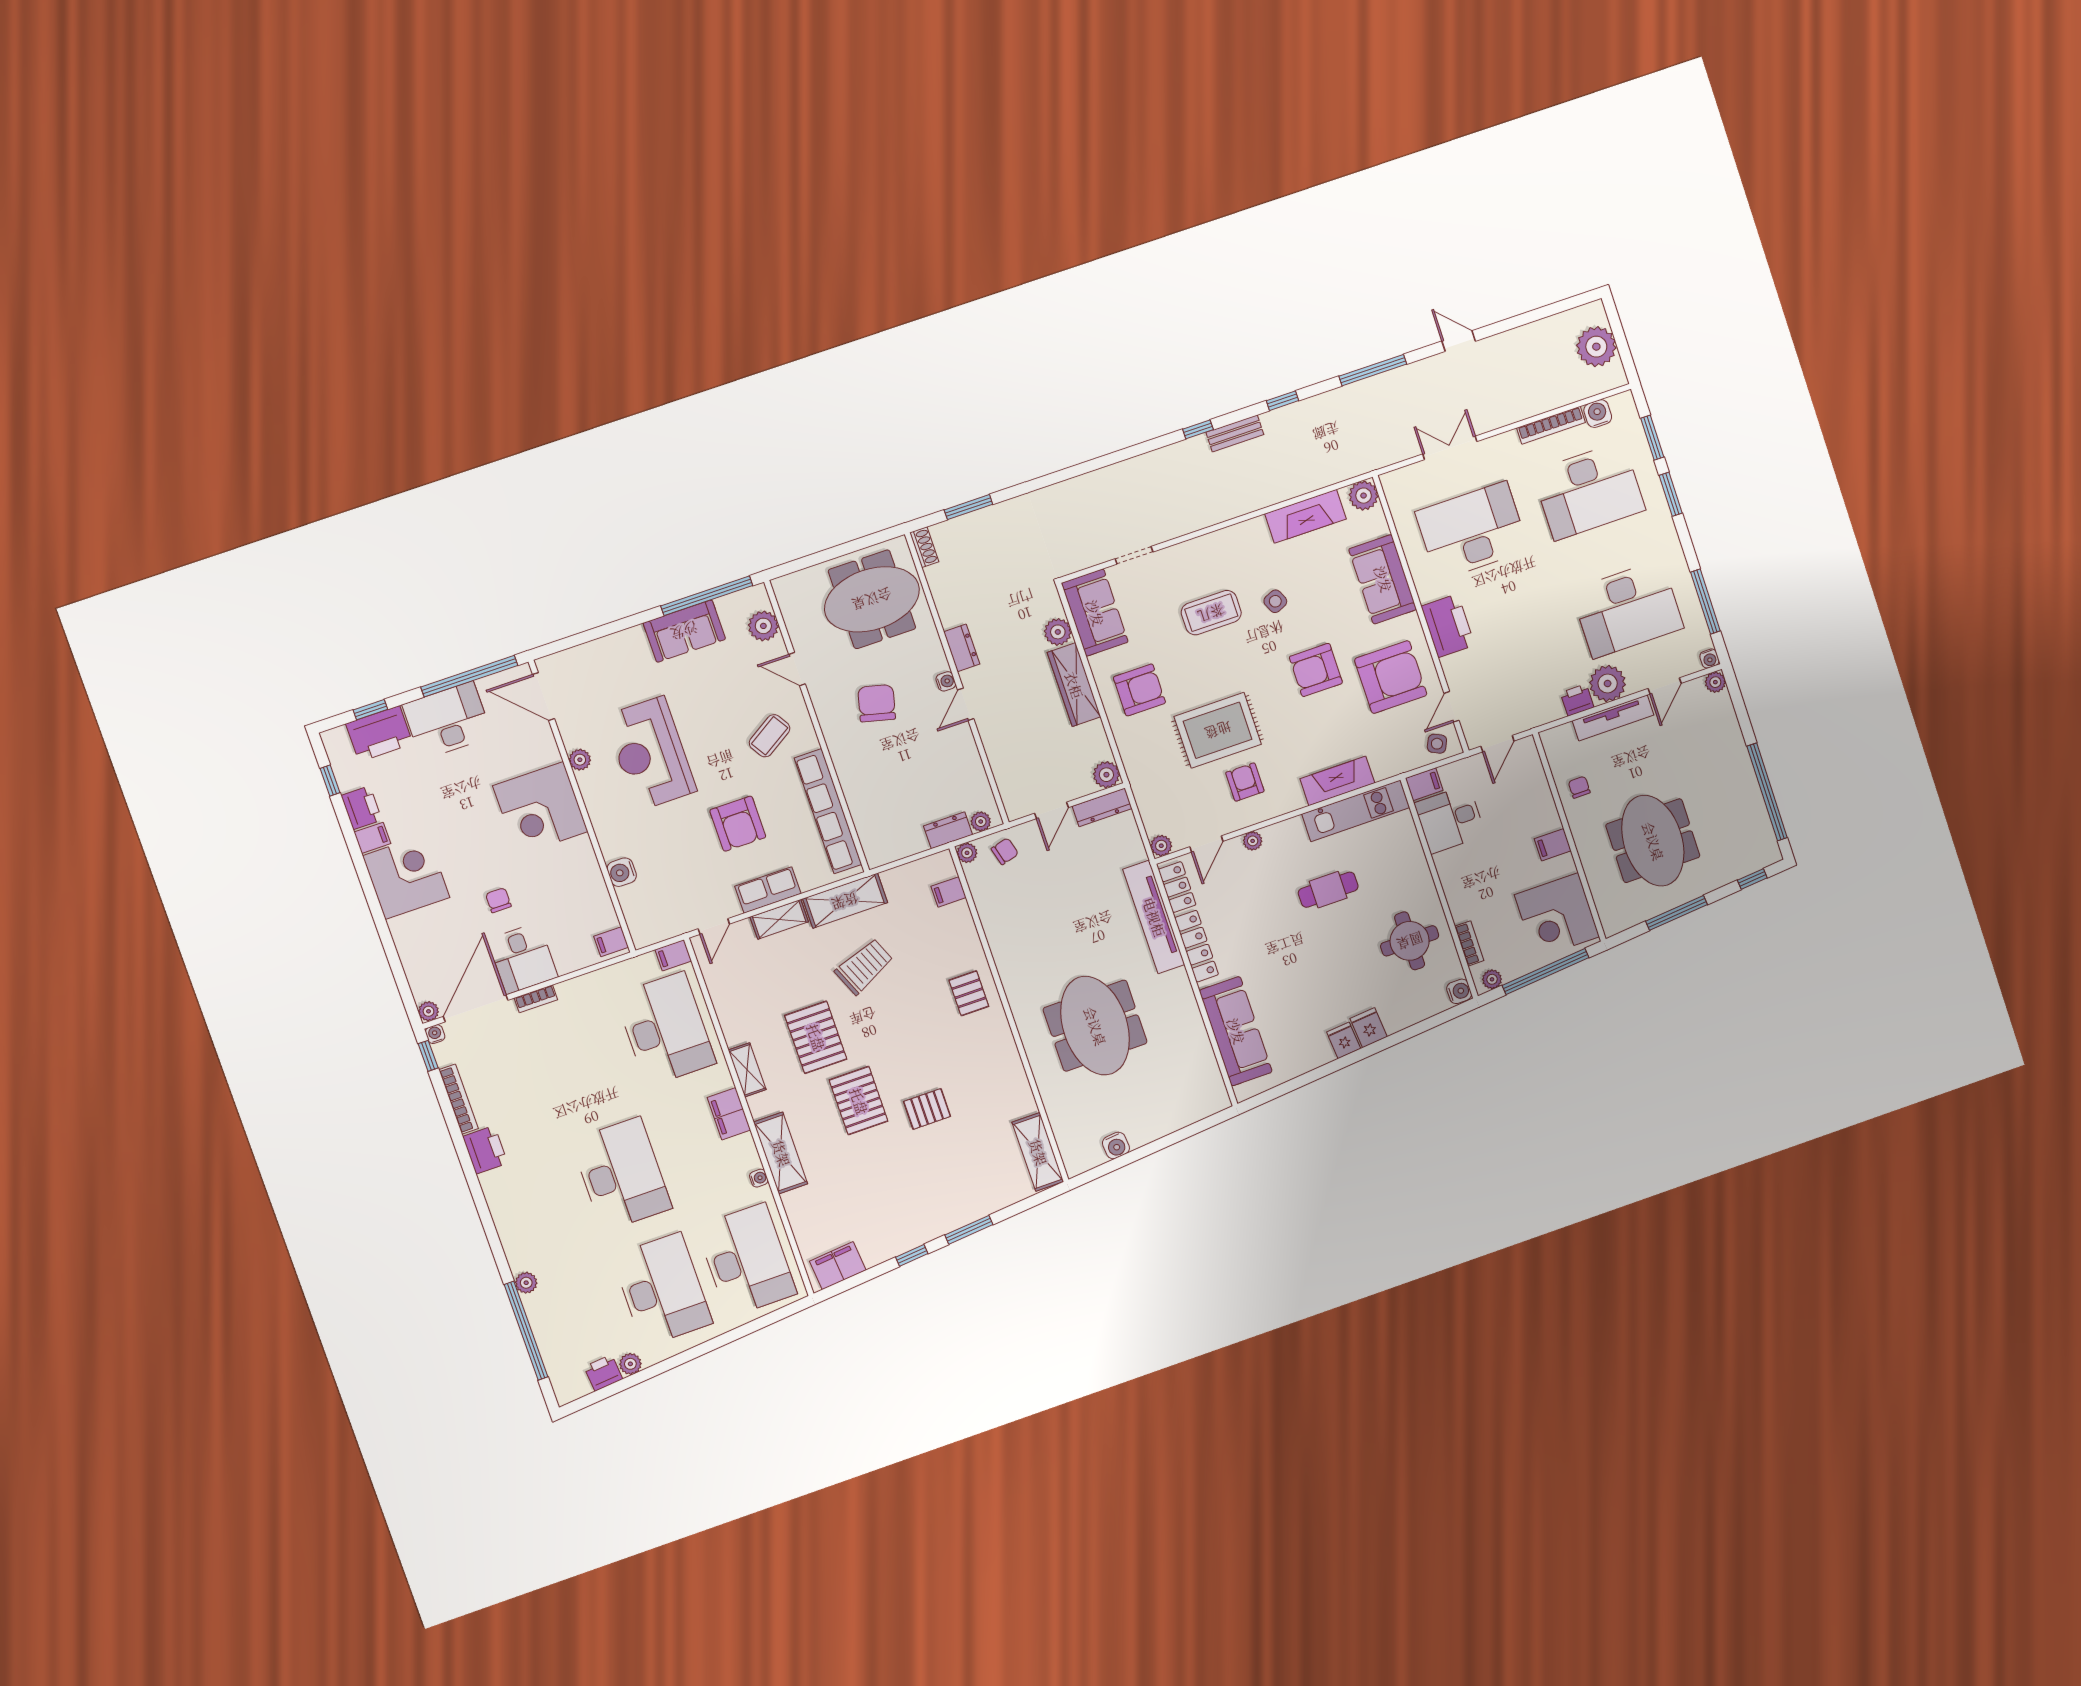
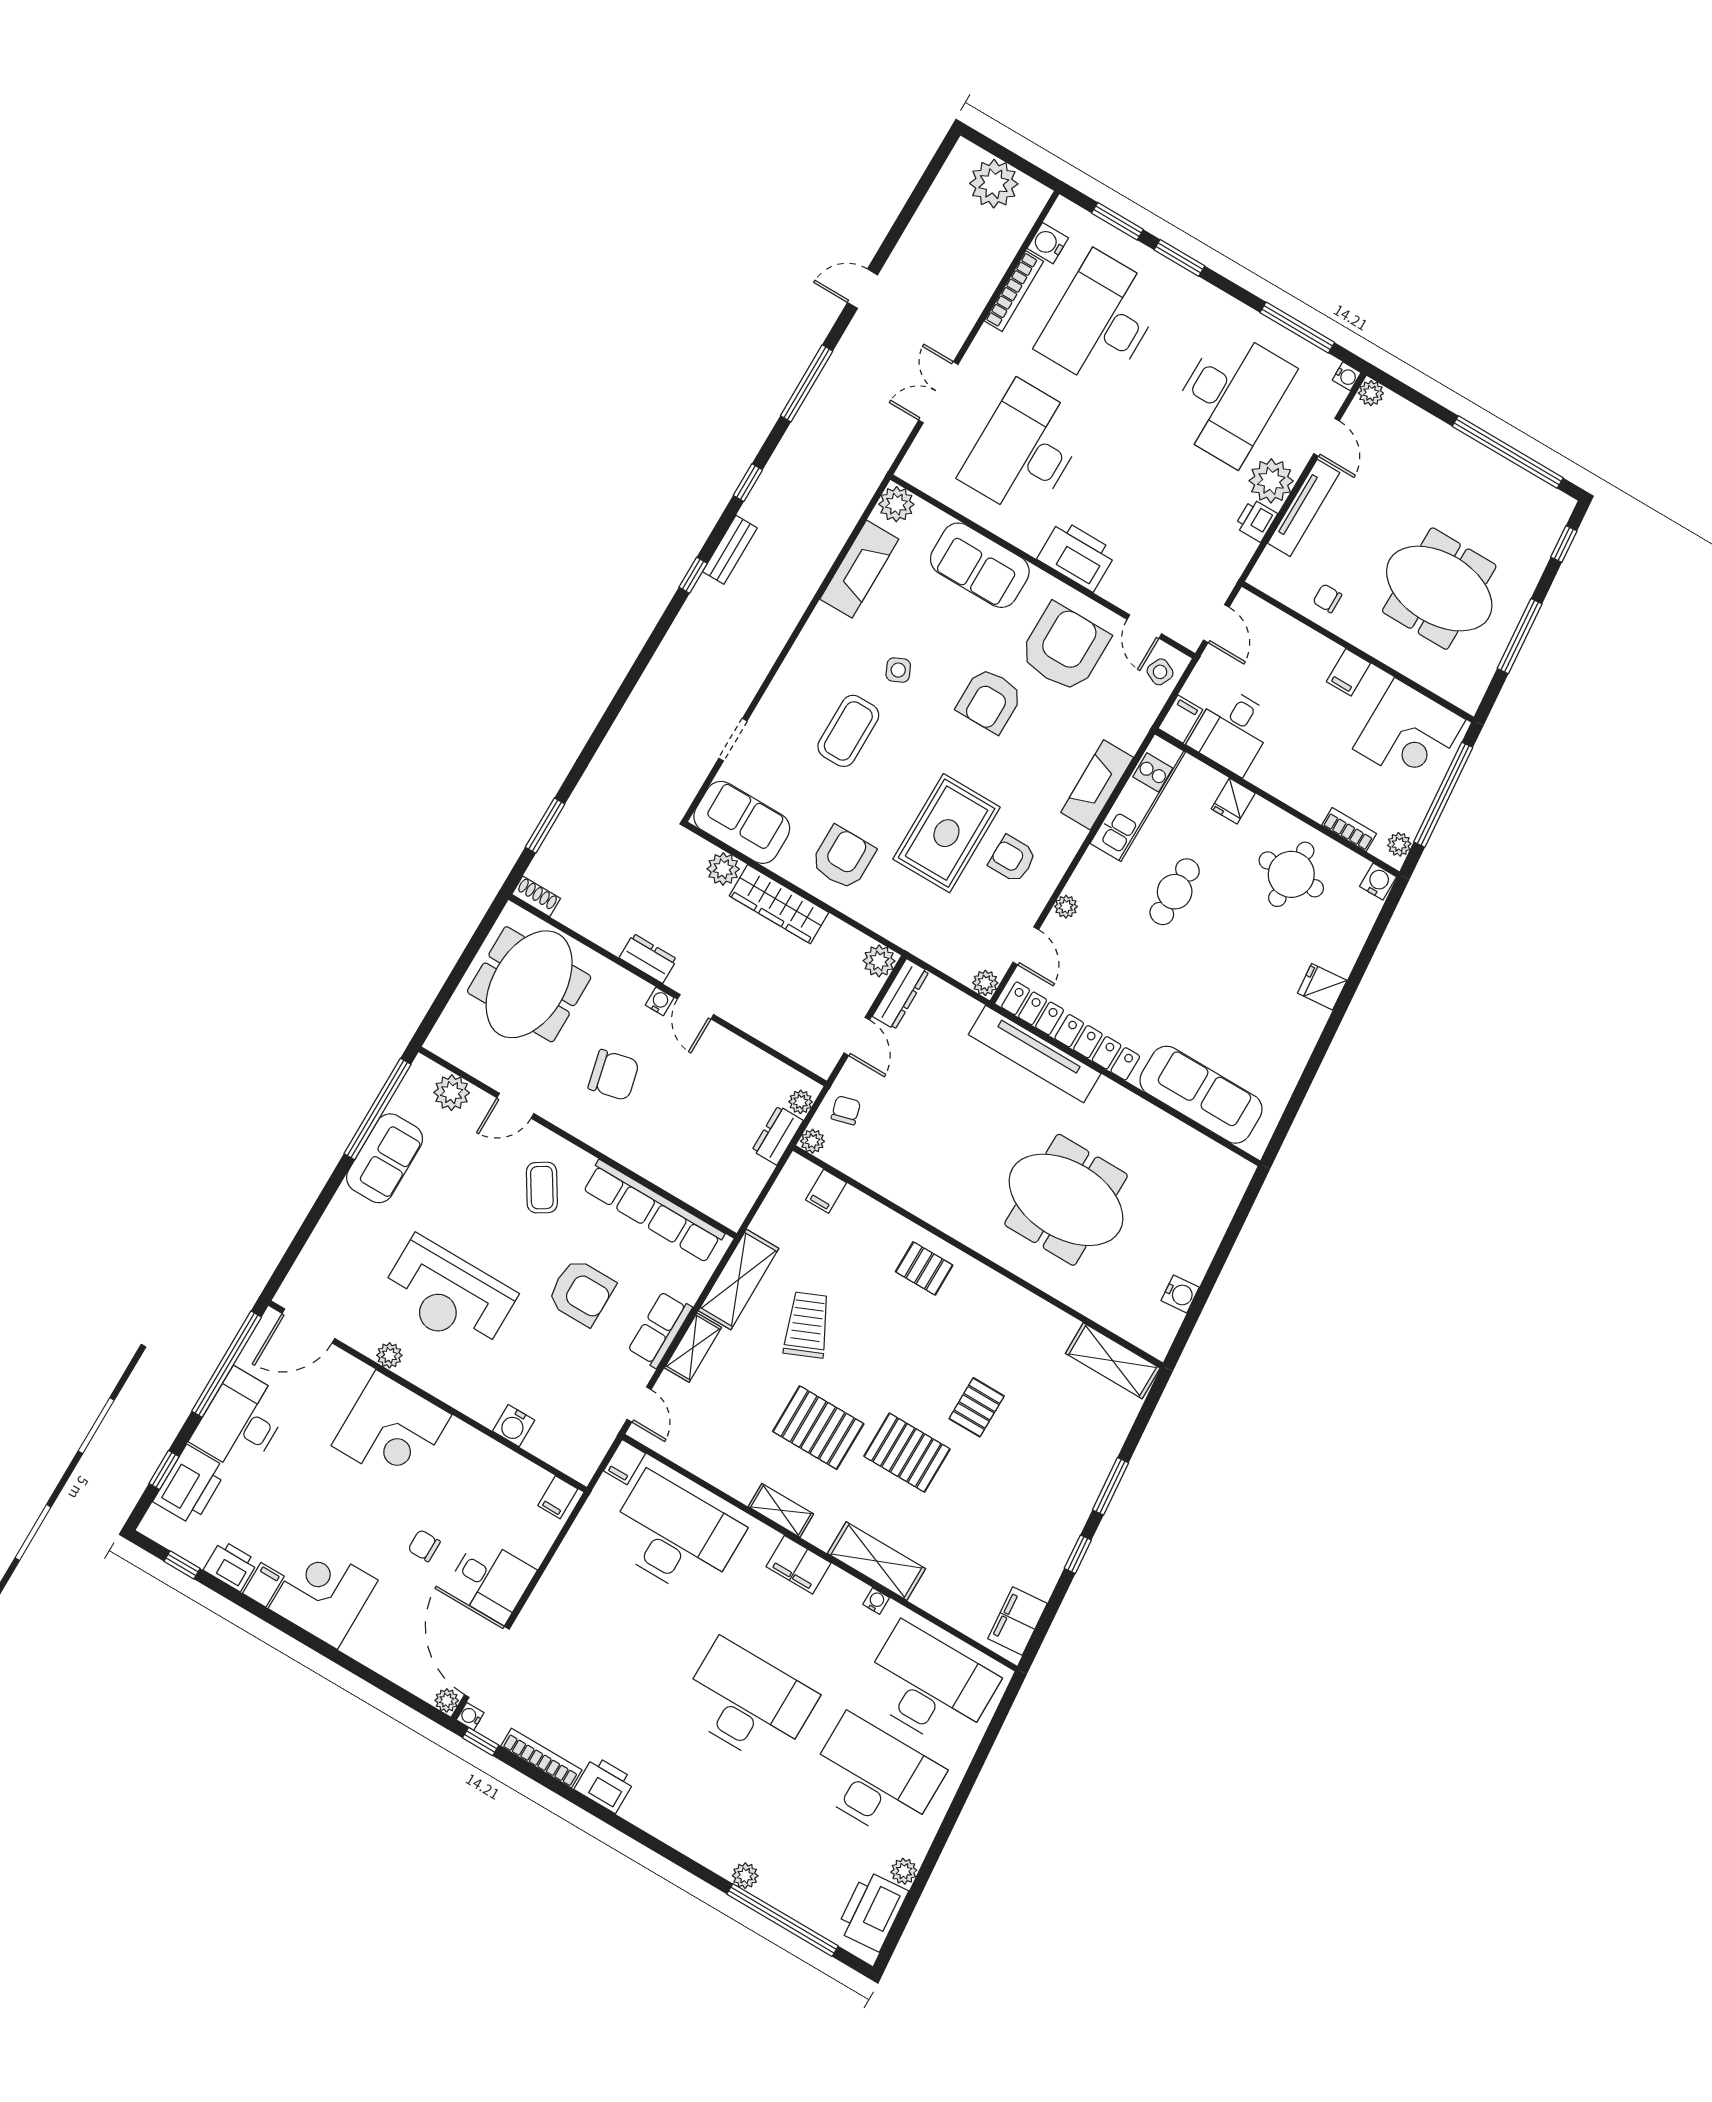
desk: (1589, 491) -> (1101, 320), turned 180
chair: (877, 703) -> (614, 1075), turned 153
bookcase: (536, 999) -> (534, 1607), removed
fridge: (1344, 1040) -> (1233, 801), moved, turned -85
printer: (603, 1373) -> (872, 1911), width x1.87, depth x1.48

